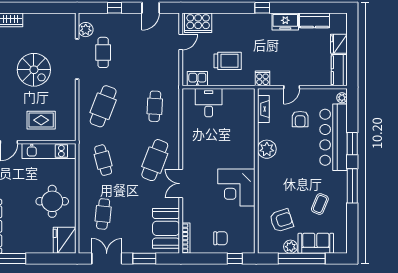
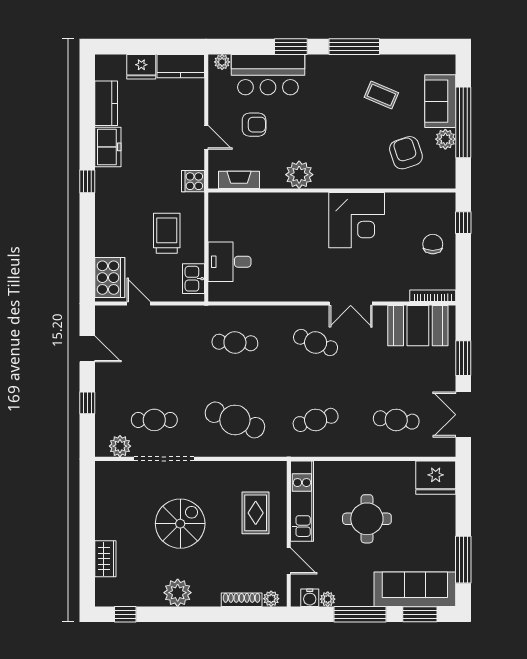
bar counter: (334, 137) -> (268, 75), width x0.73
cafe table: (155, 160) -> (316, 343), width x0.73, depth x0.74
round table: (52, 201) -> (367, 519), moved

